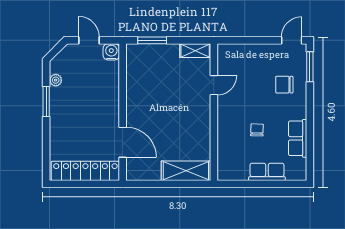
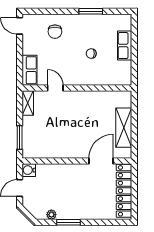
window: (310, 67) -> (91, 11), moved
row of seats: (298, 138) -> (30, 70), moved, turned -90
shelving: (186, 171) -> (124, 128), moved

